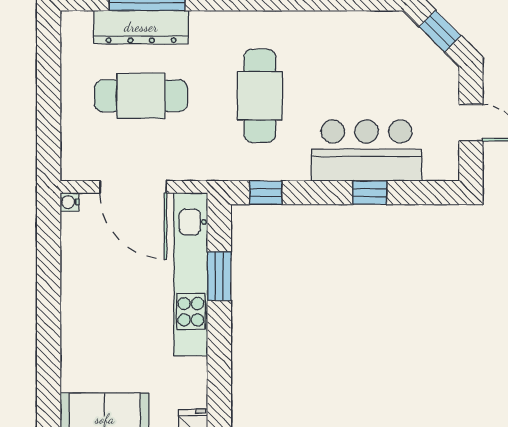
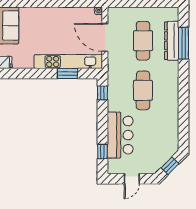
cafe table: (260, 96) -> (143, 90), turned 90
door: (133, 187) -> (105, 37), hinge flipped
window: (370, 193) -> (102, 151), moved

